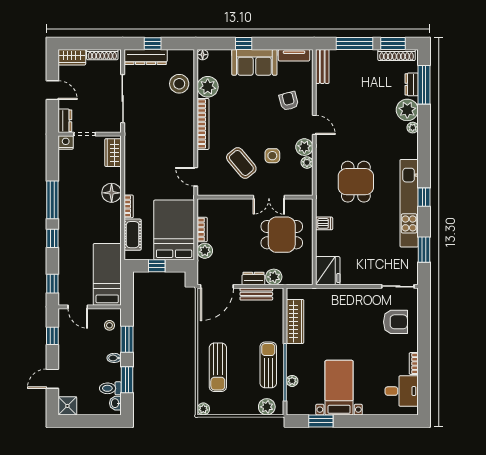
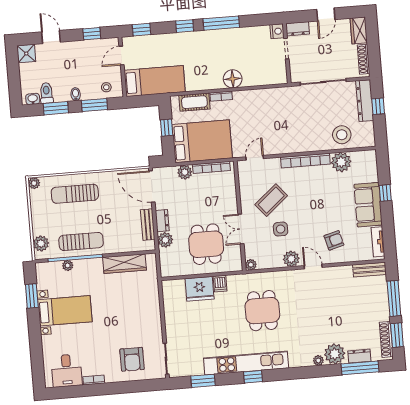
floor lamp: (203, 55) -> (371, 155), removed
door: (314, 125) -> (313, 267), swing flipped
wardrobe: (113, 153) -> (271, 77), removed
plant: (307, 163) -> (251, 265), moved
dining table: (356, 182) -> (262, 311), turned 90
bookcase: (202, 230) -> (211, 167), width x1.56
fridge: (328, 271) -> (200, 289), moved

